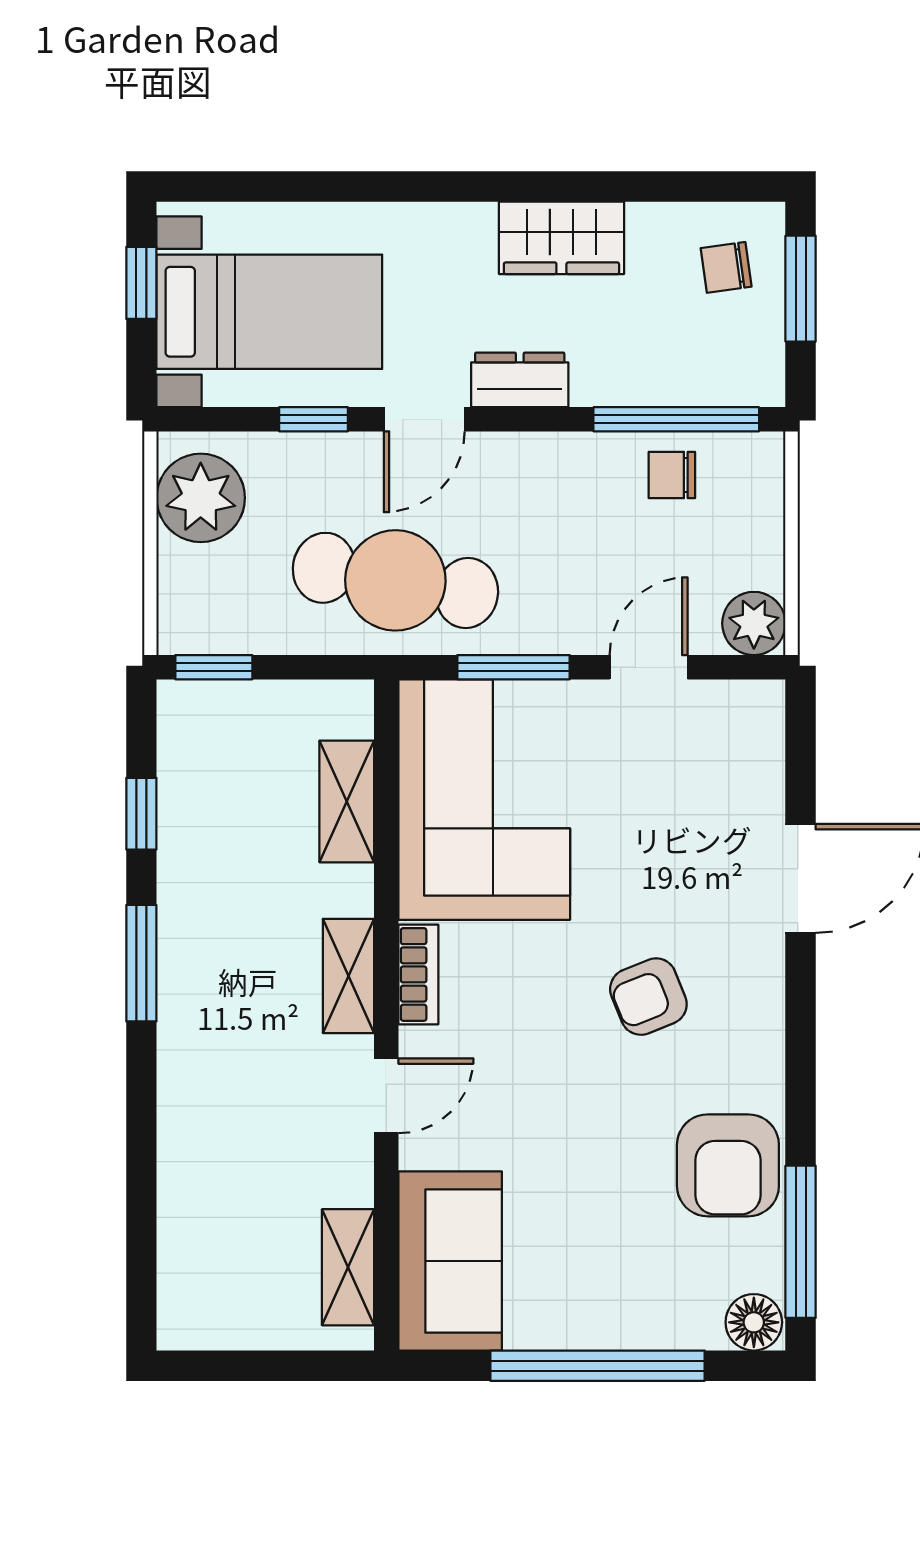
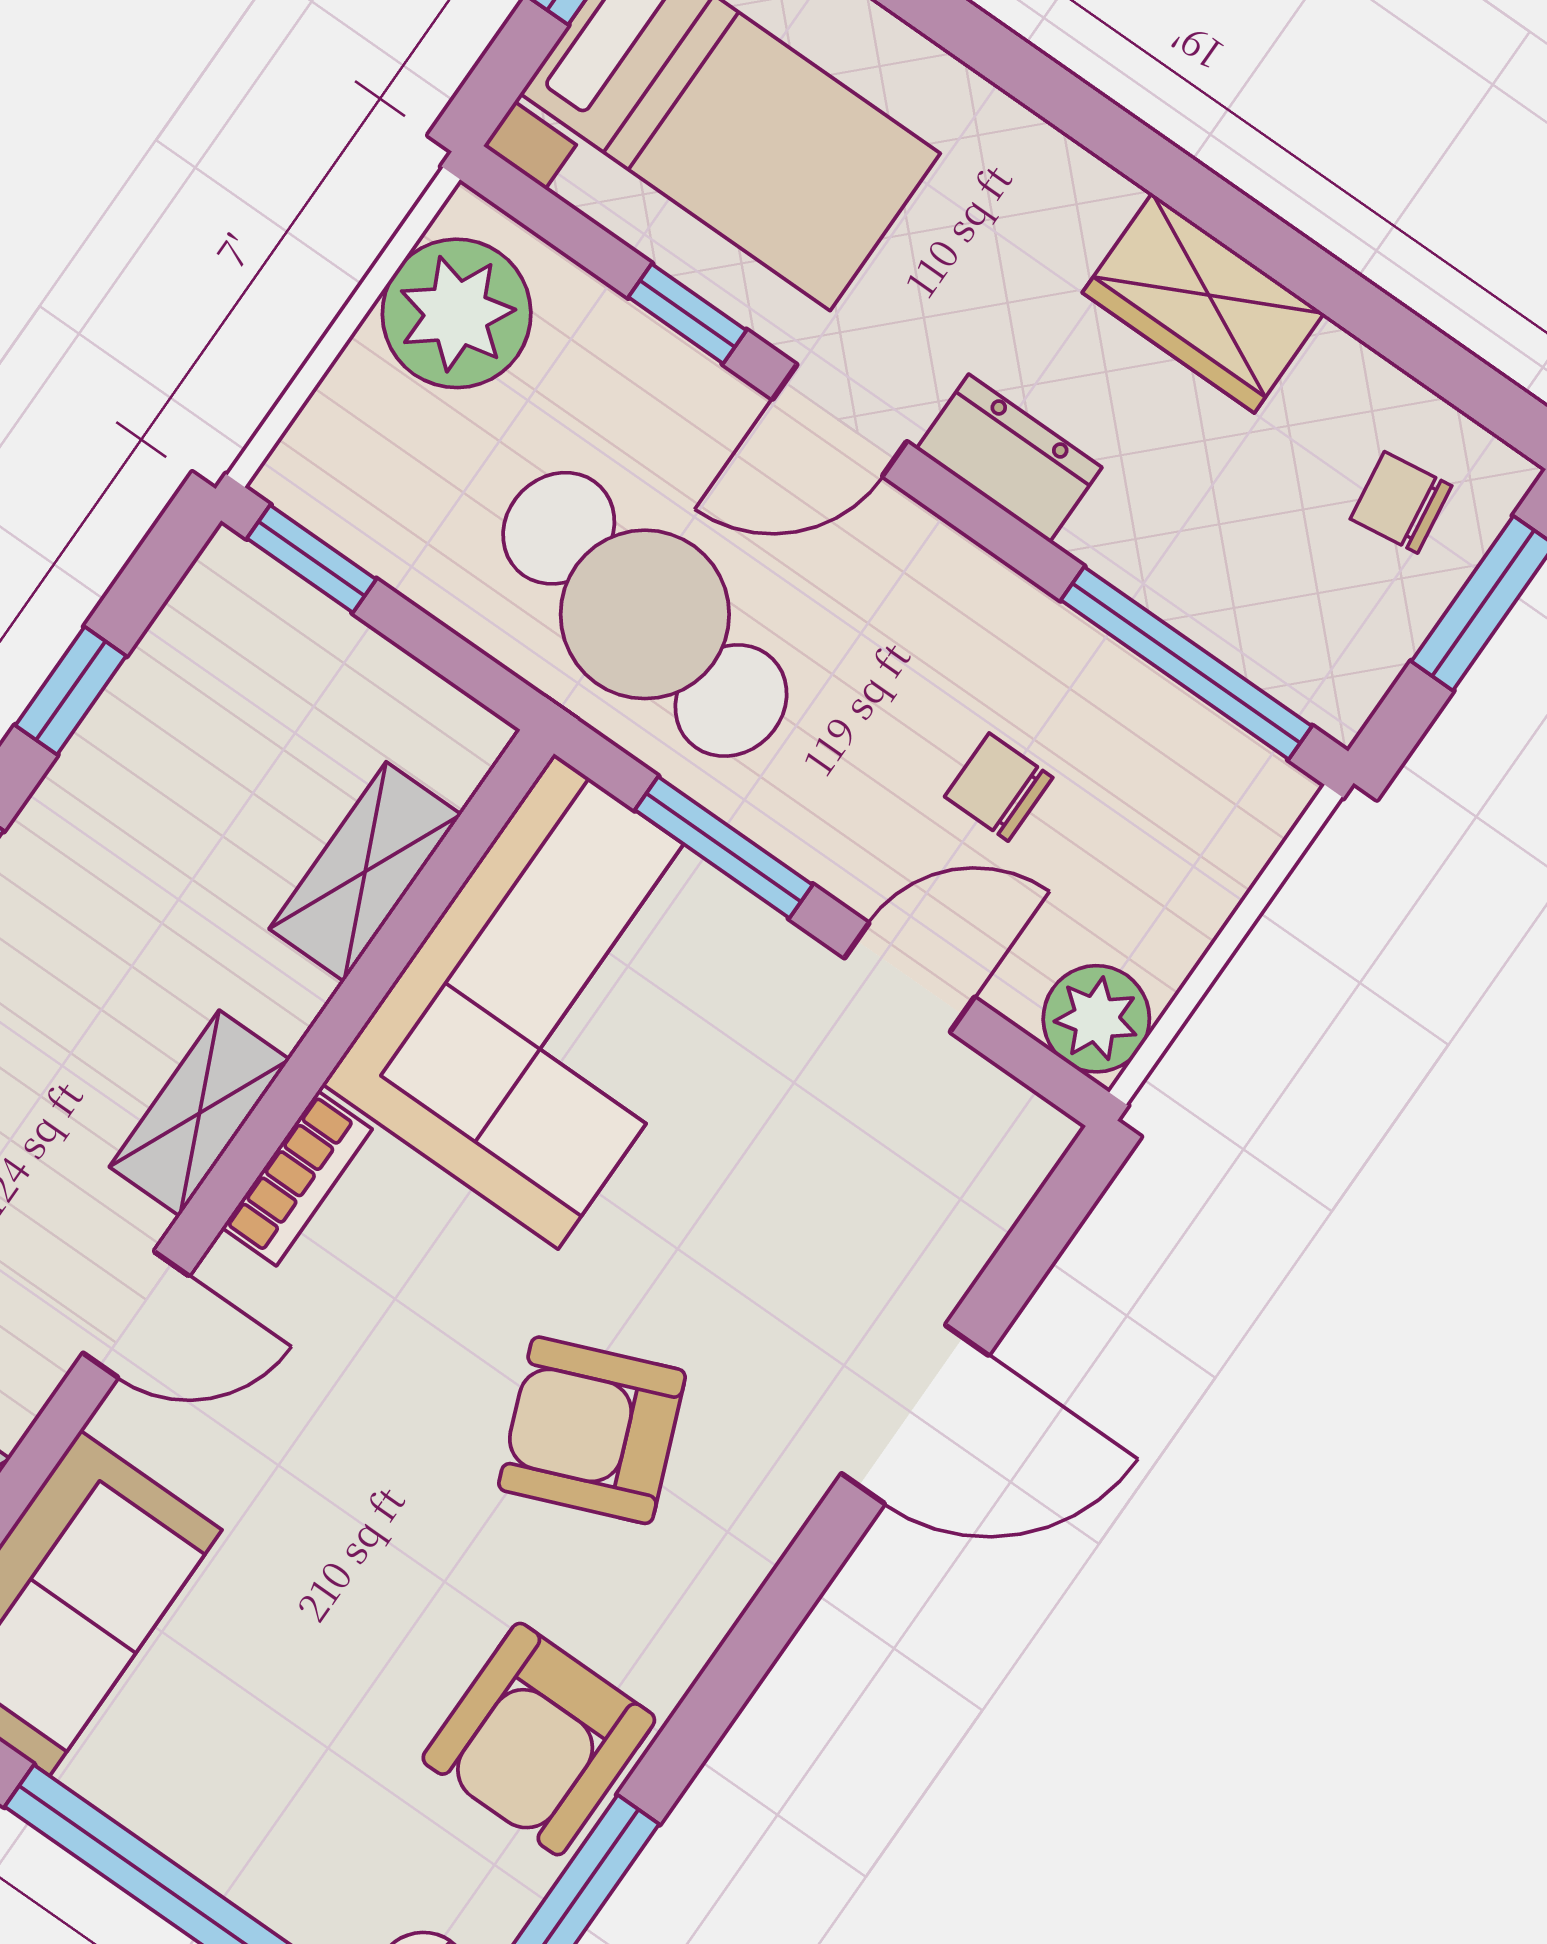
chair: (672, 475) -> (999, 787), moved
armchair: (648, 997) -> (592, 1430), width x1.38, depth x1.38

